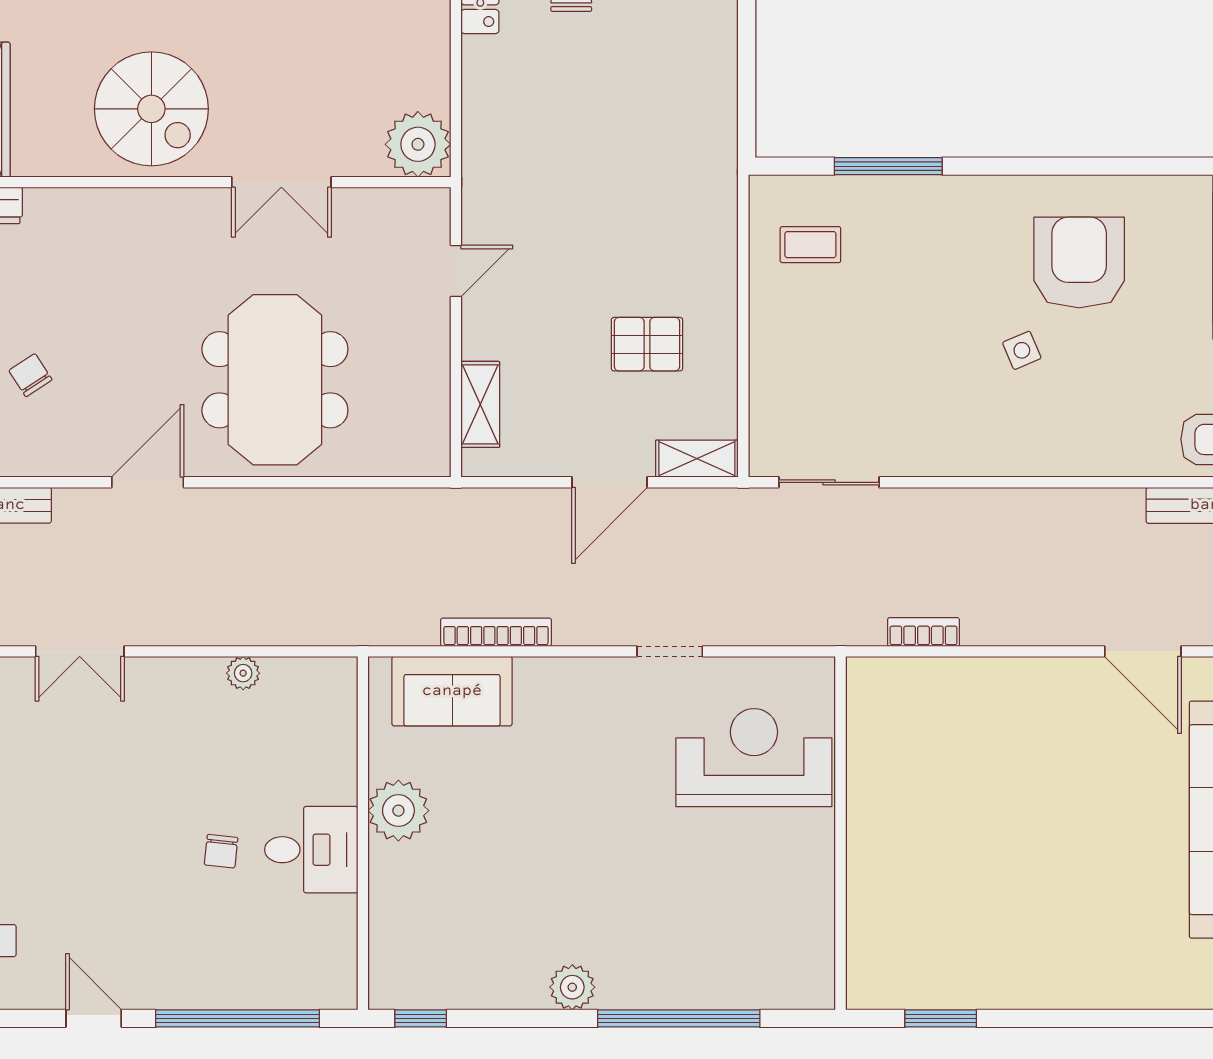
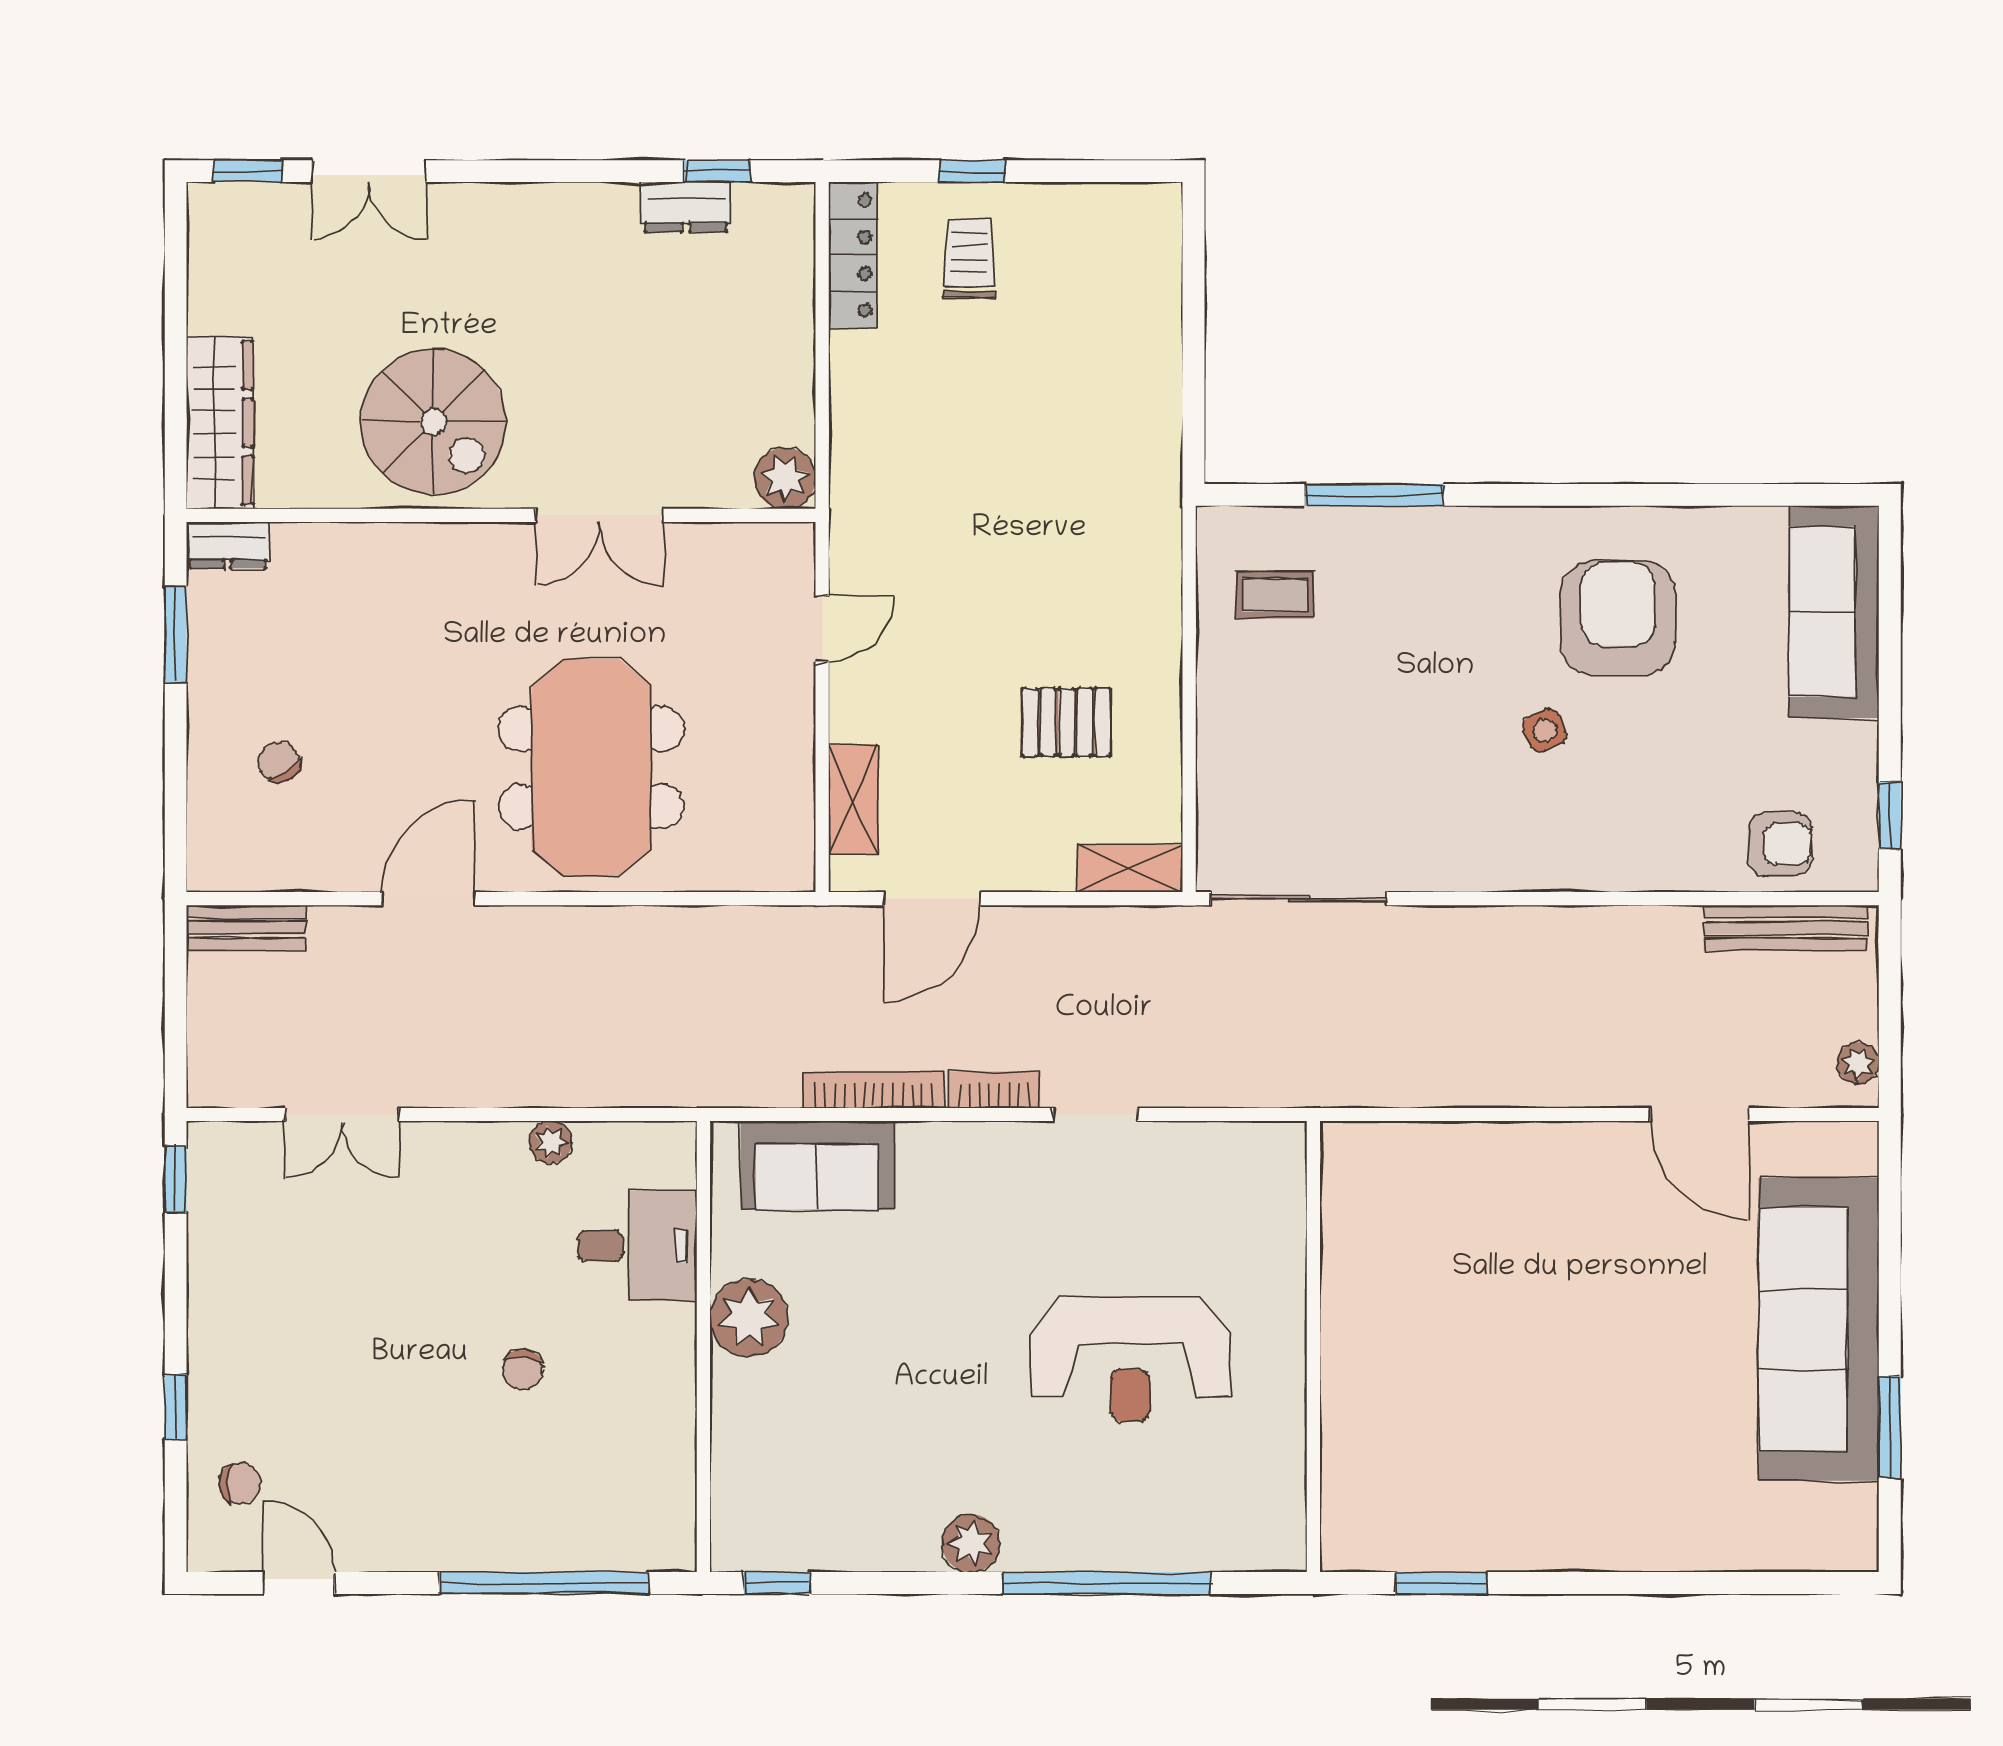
plant: (418, 144) -> (785, 478), width x0.73, depth x0.73
door: (609, 482) -> (932, 899), moved
sliding door: (829, 482) -> (1299, 899), width x1.37
bookcase: (923, 632) -> (994, 1090), moved
reception desk: (754, 758) -> (1130, 1359), moved, turned 180
desk: (311, 850) -> (637, 1246), moved
door: (94, 1018) -> (299, 1583), moved

